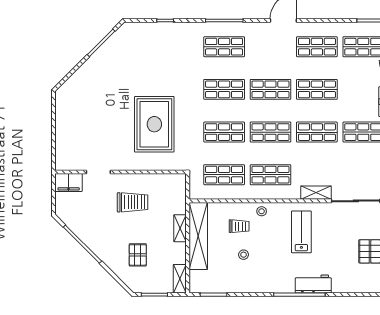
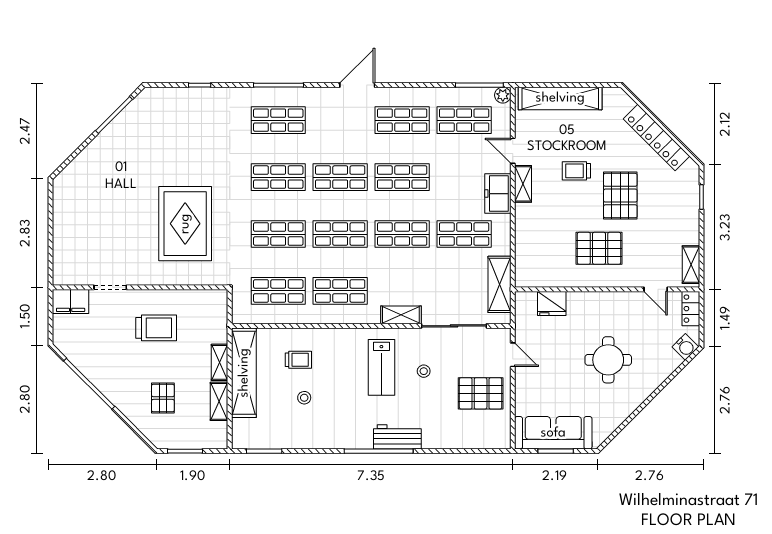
stool: (262, 211) -> (424, 371), moved
lab bench: (301, 232) -> (381, 367), turned 180
shelving: (180, 279) -> (219, 401), moved

